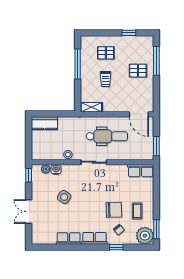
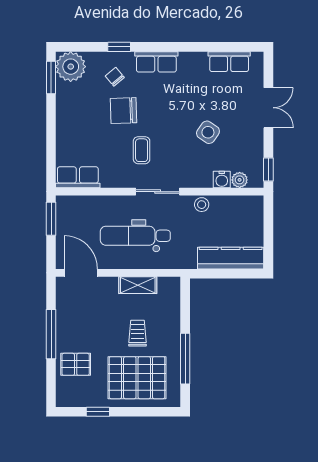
pallet: (106, 53) -> (137, 378), width x2.05, depth x2.00
window: (156, 61) -> (51, 334), moved
pallet: (138, 71) -> (76, 364), moved
shelving: (91, 107) -> (138, 285), moved
kitchen counter: (44, 123) -> (231, 258), width x1.50
coffee table: (137, 211) -> (142, 150), moved
row of seats: (69, 239) -> (229, 62), moved

